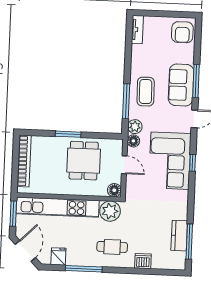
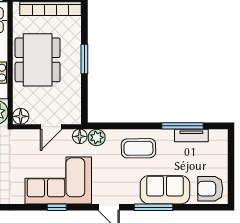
tv unit: (137, 30) -> (191, 135), moved
sofa: (181, 85) -> (165, 190), moved
window: (126, 101) -> (183, 126), moved
dining table: (84, 161) -> (38, 60), moved, width x1.37

